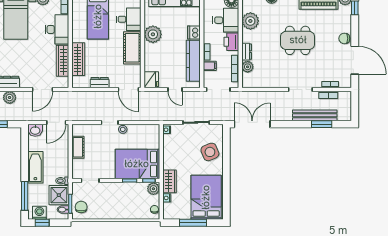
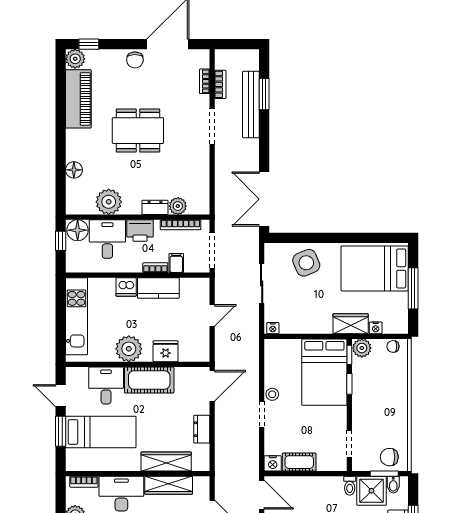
dining table: (298, 40) -> (138, 131), turned 90
kitchen counter: (193, 61) -> (158, 288), width x0.67
fridge: (151, 80) -> (166, 351), moved
nightstand: (77, 130) -> (273, 463), added

